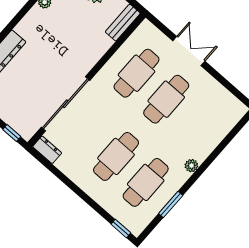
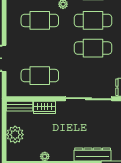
wardrobe: (98, 48) -> (45, 107), added
cafe table: (166, 99) -> (40, 20), moved

